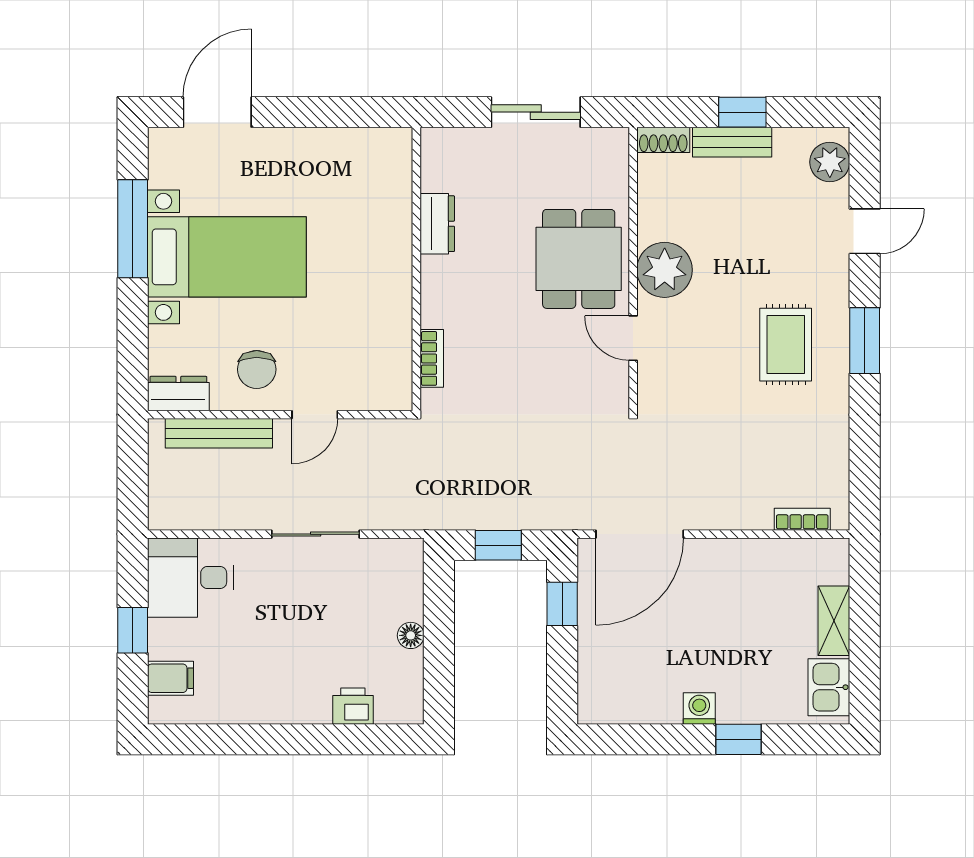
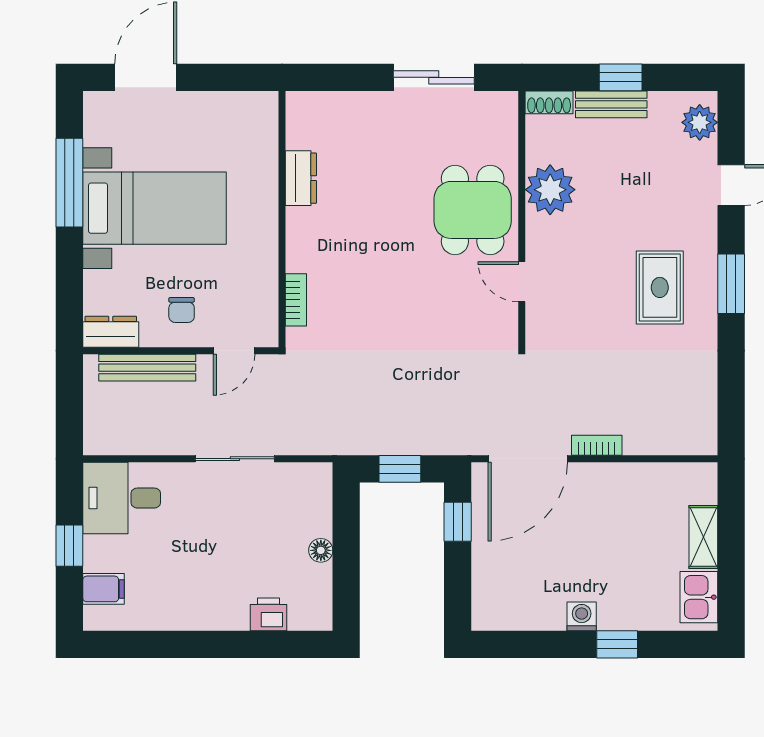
dresser: (437, 224) -> (301, 178), moved
wall: (416, 269) -> (282, 219), moved
plant: (665, 270) -> (550, 190), moved
bookcase: (432, 358) -> (296, 300), moved
chair: (257, 369) -> (182, 310), width x0.73, depth x0.73
bookcase: (802, 519) -> (597, 445), moved

